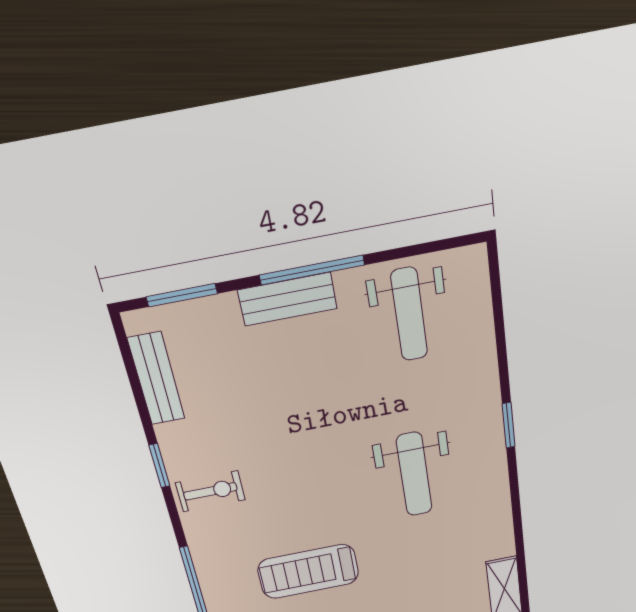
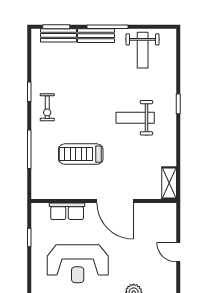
bench: (156, 379) -> (58, 35), moved, turned 90
weight bench: (414, 474) -> (135, 118), turned 90
exercise bike: (210, 491) -> (47, 107), turned 90

